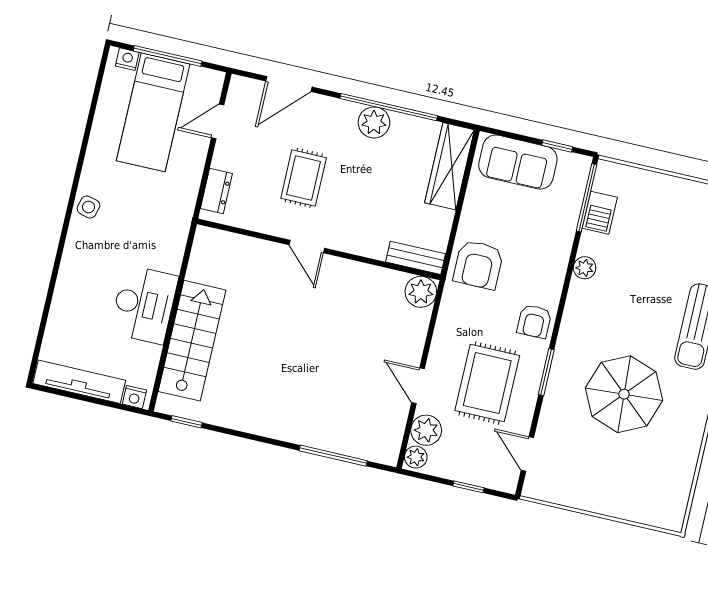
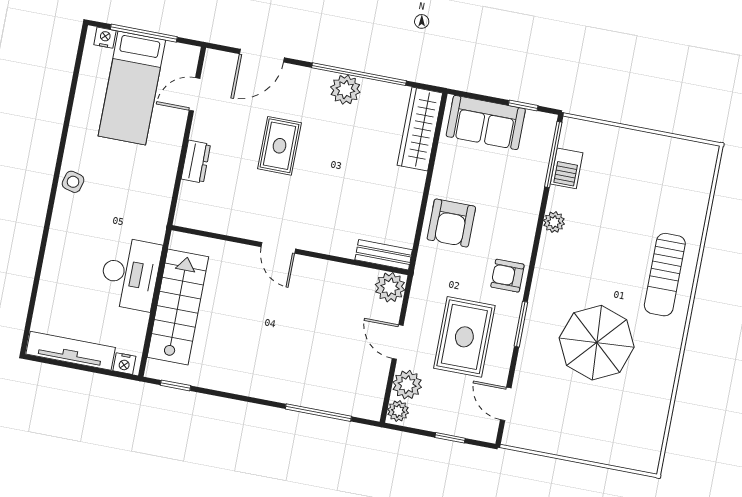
door: (307, 247) -> (278, 248), moved
wall: (319, 249) -> (290, 250), moved
bench: (416, 258) -> (384, 255), moved
plant: (421, 292) -> (390, 287), moved
armchair: (534, 321) -> (507, 276), turned 90

